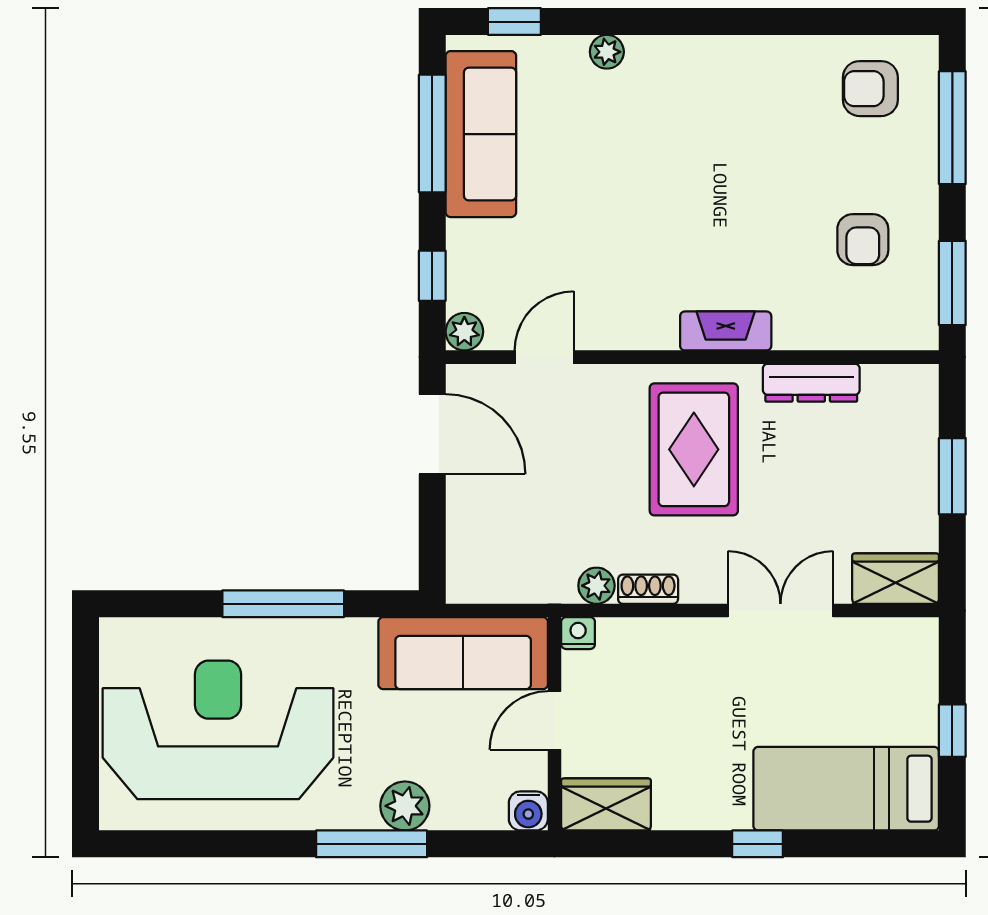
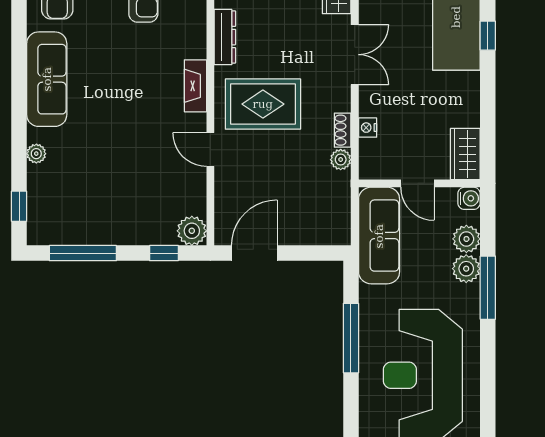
sofa: (481, 134) -> (47, 79), moved, turned 90
plant: (464, 332) -> (192, 231), width x1.38, depth x1.38
door: (544, 357) -> (210, 150), moved
double door: (780, 610) -> (355, 55), swing flipped
nightstand: (578, 633) -> (368, 128), moved
plant: (457, 806) -> (466, 239), added
window: (758, 844) -> (488, 36), moved

